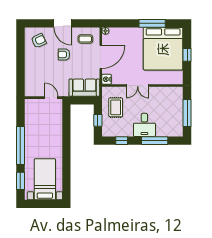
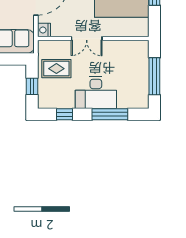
rug: (116, 107) -> (56, 69), turned 90
desk: (144, 125) -> (96, 93), width x1.37

